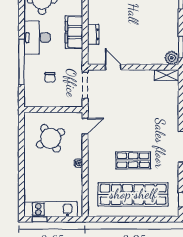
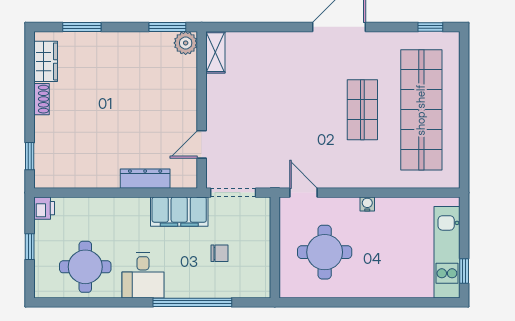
filing cabinet: (74, 32) -> (179, 212), moved
dresser: (93, 34) -> (145, 179), width x1.44
desk: (37, 38) -> (143, 275), width x0.73
round table: (51, 138) -> (325, 252), turned 31

